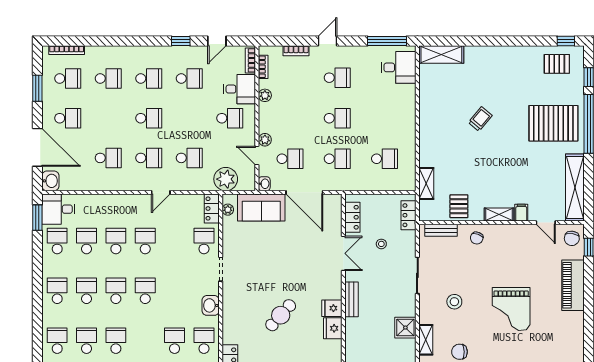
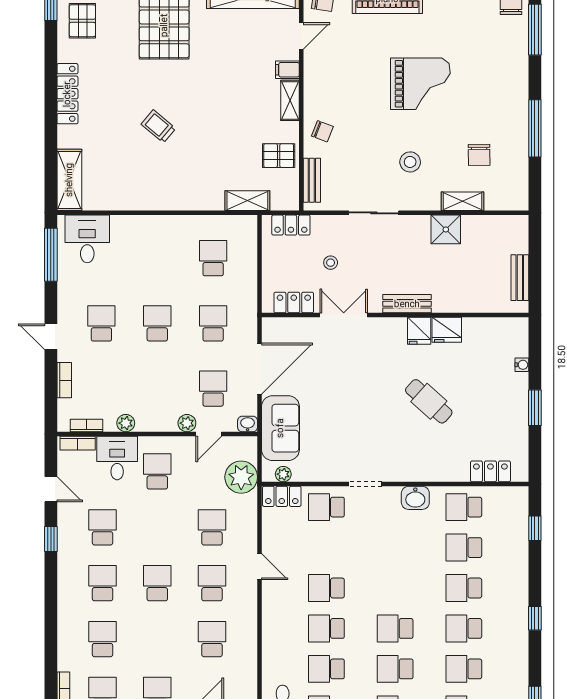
locker: (504, 53) -> (67, 94), added
school desk: (145, 291) -> (464, 588), moved

